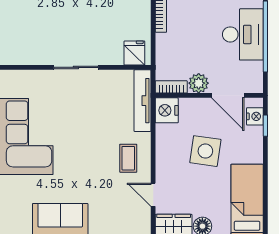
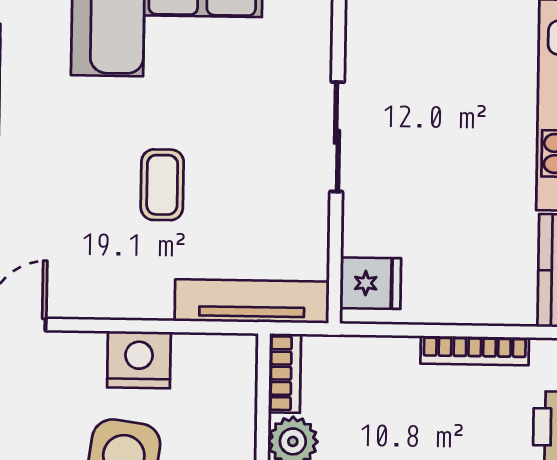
nightstand: (167, 110) -> (139, 360), moved
coffee table: (128, 158) -> (162, 185), moved, turned 90

